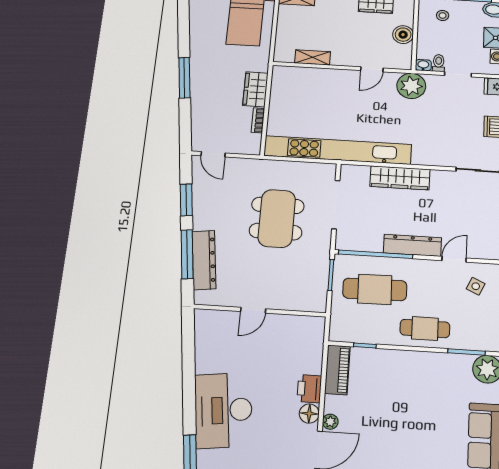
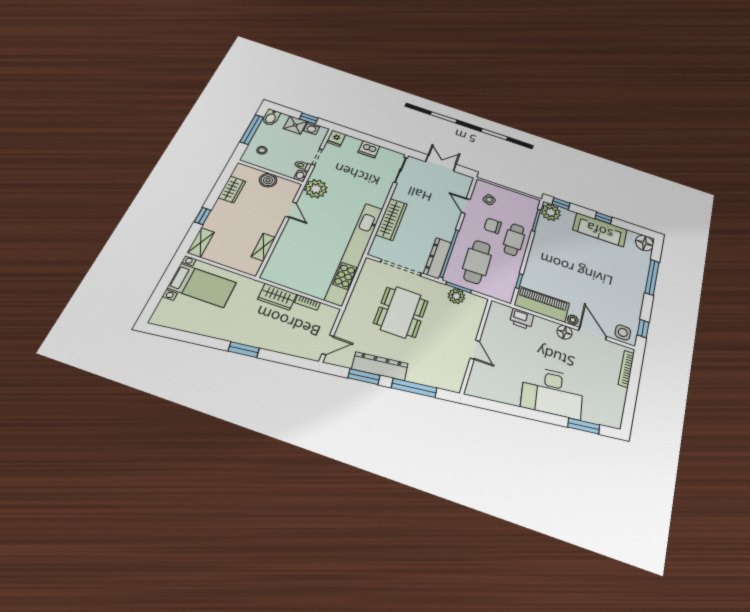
window: (184, 78) -> (244, 350), width x0.69
dining table: (277, 218) -> (401, 312), turned 90
dresser: (412, 245) -> (438, 258), moved
dresser: (204, 260) -> (380, 366), moved
plant: (318, 275) -> (456, 296), added
chair: (436, 298) -> (493, 226), added
piano: (337, 370) -> (542, 304), width x1.37, depth x1.33
printer: (309, 389) -> (522, 319), moved

